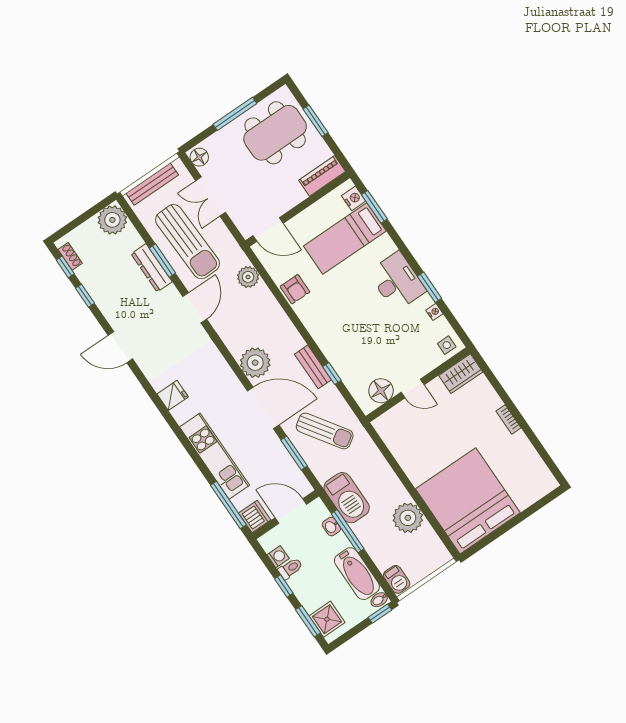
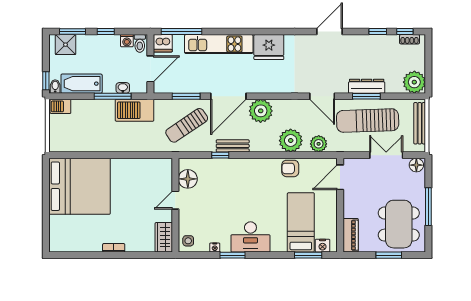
fridge: (173, 395) -> (269, 47), width x1.88, depth x1.34
plant: (408, 518) -> (291, 141), moved
toilet: (290, 568) -> (140, 43), moved

